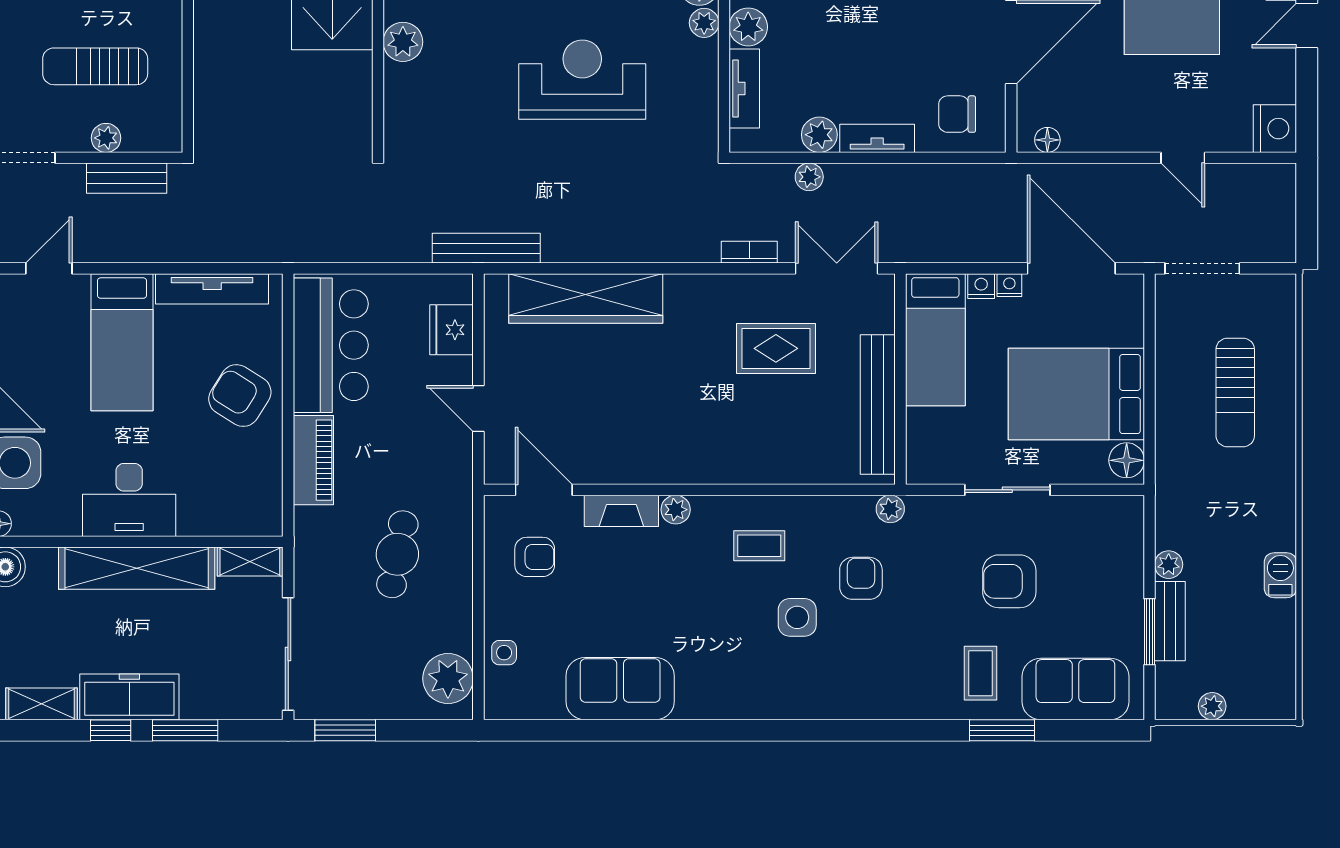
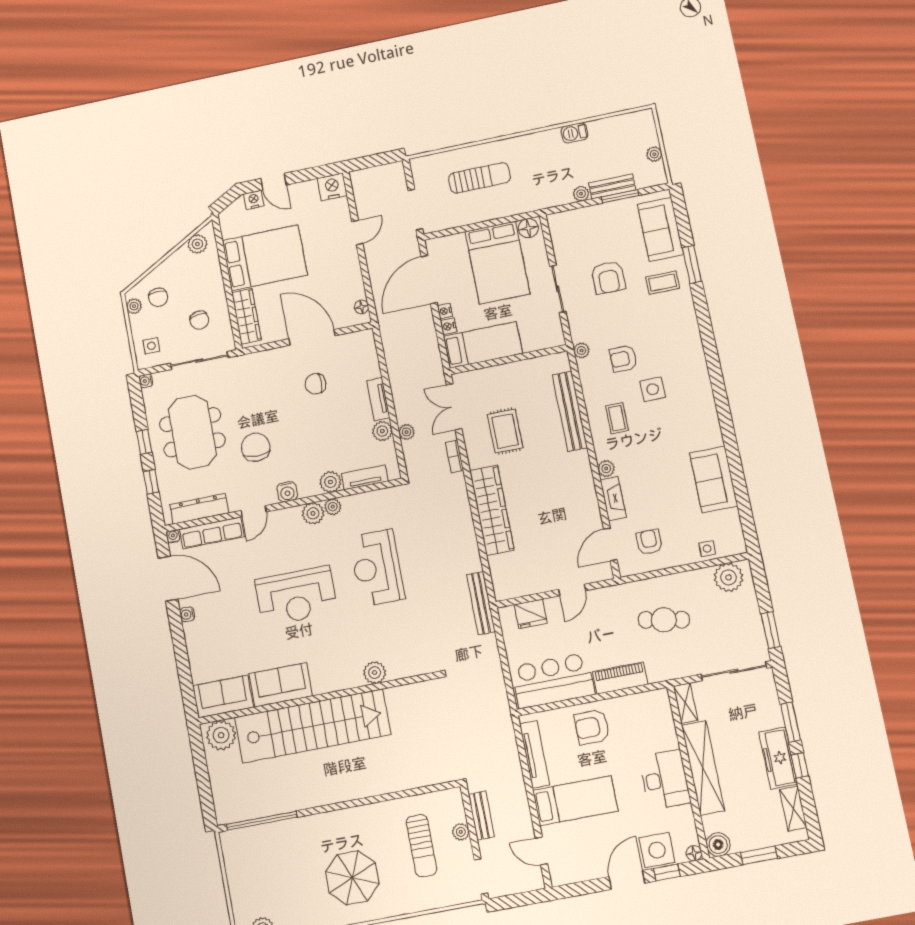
chair: (957, 114) -> (315, 384), moved, turned 90
wardrobe: (586, 298) -> (492, 510), moved
armchair: (240, 396) -> (592, 727), turned 58
bench: (878, 404) -> (570, 411), moved, turned 90

